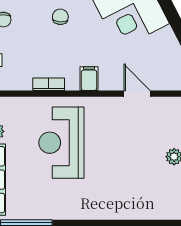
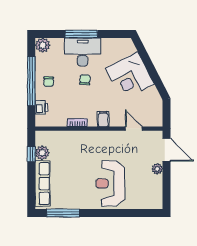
reception desk: (61, 143) -> (110, 183), moved

